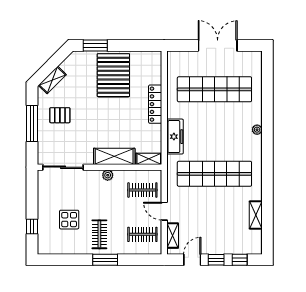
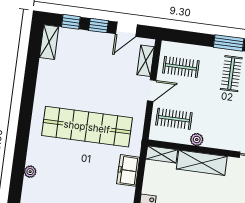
freezer: (175, 137) -> (128, 170), width x0.71
plant: (108, 175) -> (197, 140), moved
door: (164, 211) -> (152, 91), hinge flipped
shelving: (256, 215) -> (49, 42), moved

